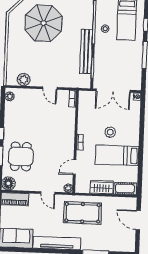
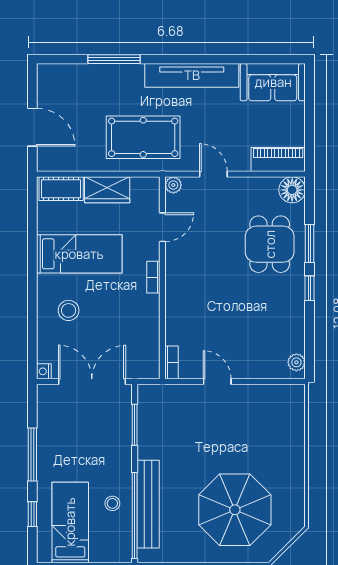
bench: (86, 51) -> (148, 504), moved
plant: (24, 80) -> (270, 397), removed
stool: (110, 132) -> (69, 310), moved

